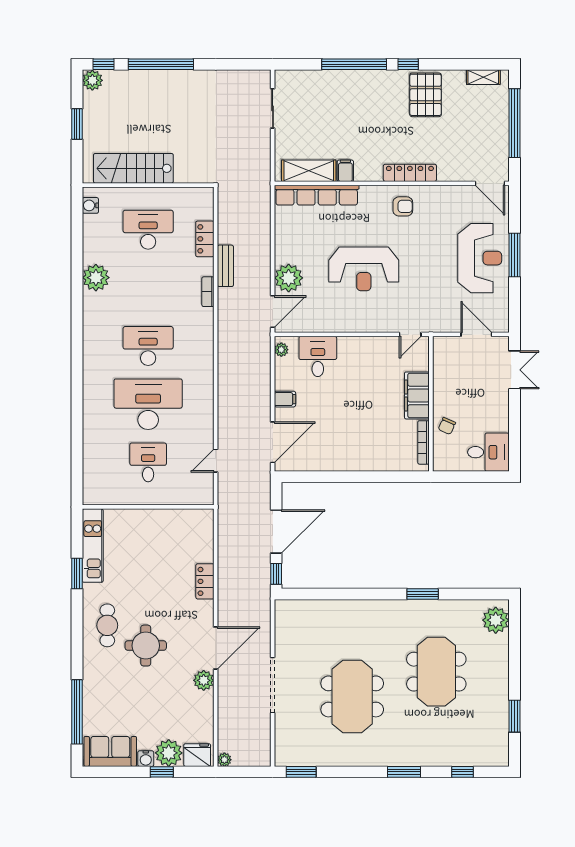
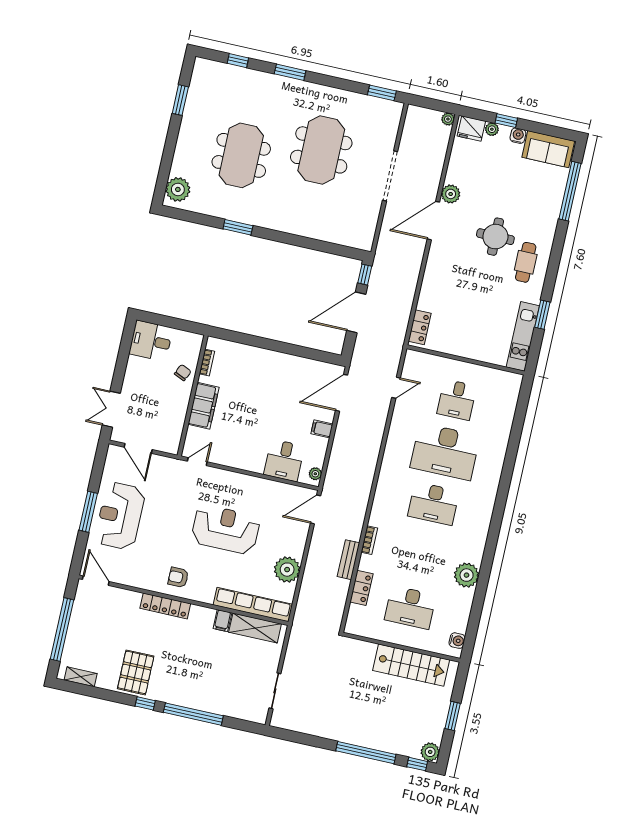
plant: (289, 278) -> (287, 570), moved
bookcase: (423, 442) -> (207, 363), width x0.64
locker: (205, 581) -> (420, 327), moved
plant: (169, 753) -> (492, 129), width x0.53, depth x0.53

